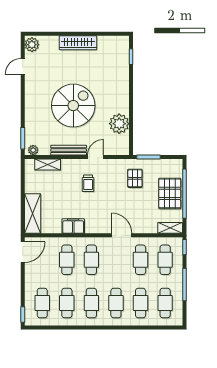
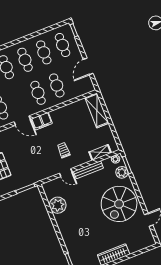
plant: (32, 45) -> (122, 172), moved
spiral stairs: (73, 106) -> (119, 204), moved
door: (96, 157) -> (66, 173), hinge flipped
pallet: (135, 178) -> (29, 168), removed
filing cabinet: (73, 226) -> (42, 121), moved
door: (23, 252) -> (88, 66), moved

